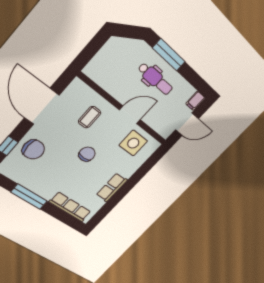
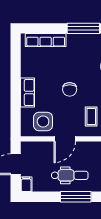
dental chair: (155, 79) -> (70, 175), turned 180
row of seats: (112, 187) -> (28, 93), moved

